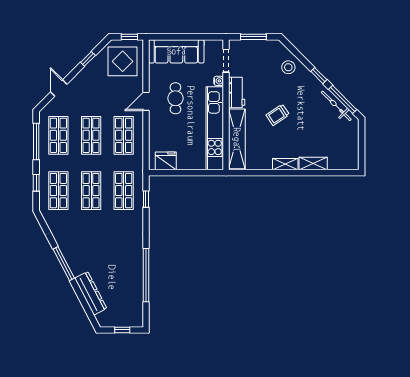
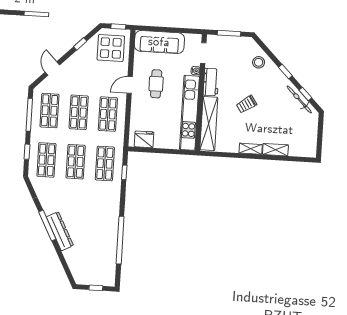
window: (343, 99) -> (305, 94), width x0.46
dresser: (91, 293) -> (60, 231), moved

